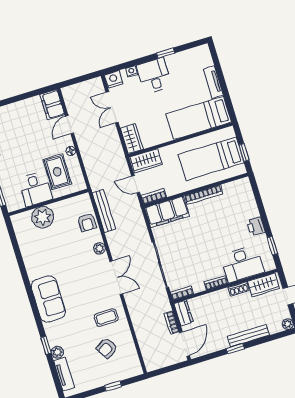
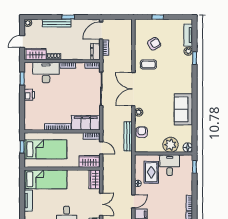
floor lamp: (18, 221) -> (188, 148), added
double door: (116, 278) -> (133, 89), width x1.37
sofa: (48, 299) -> (183, 109), moved

